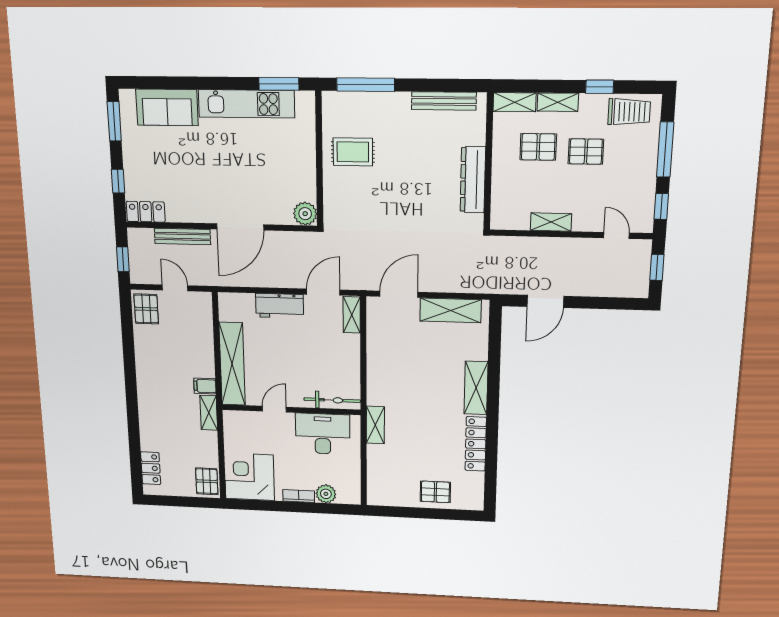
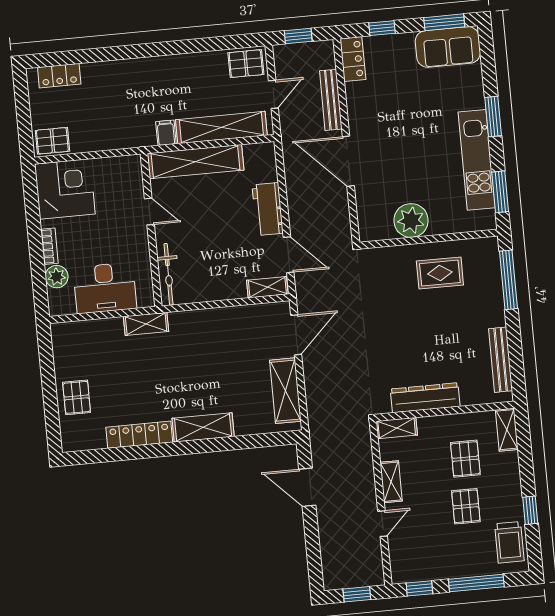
window: (206, 83) -> (493, 117), added
shelving: (558, 102) -> (397, 428), moved, turned 90
sofa: (167, 107) -> (448, 47), moved, turned -90
rug: (353, 152) -> (440, 273), turned 90
plant: (305, 214) -> (411, 220), moved, width x1.36, depth x1.36
door: (616, 235) -> (383, 524), moved
door: (399, 294) -> (296, 335), hinge flipped
shelving: (209, 413) -> (221, 127), moved, width x2.20, depth x1.33
desk: (323, 434) -> (105, 288), moved, turned 90

